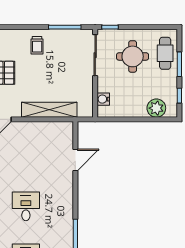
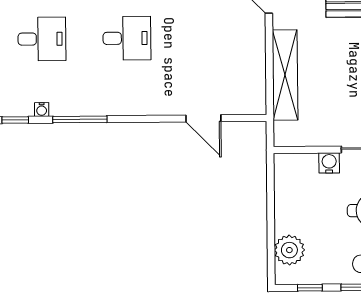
water cooler: (103, 99) -> (329, 163), moved

